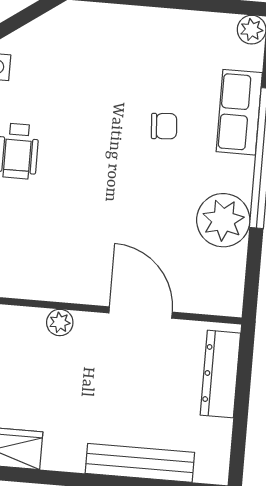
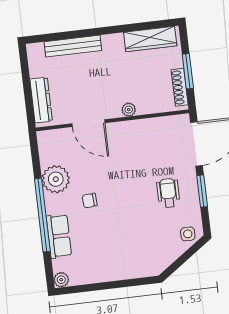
chair: (164, 126) -> (90, 201), moved

